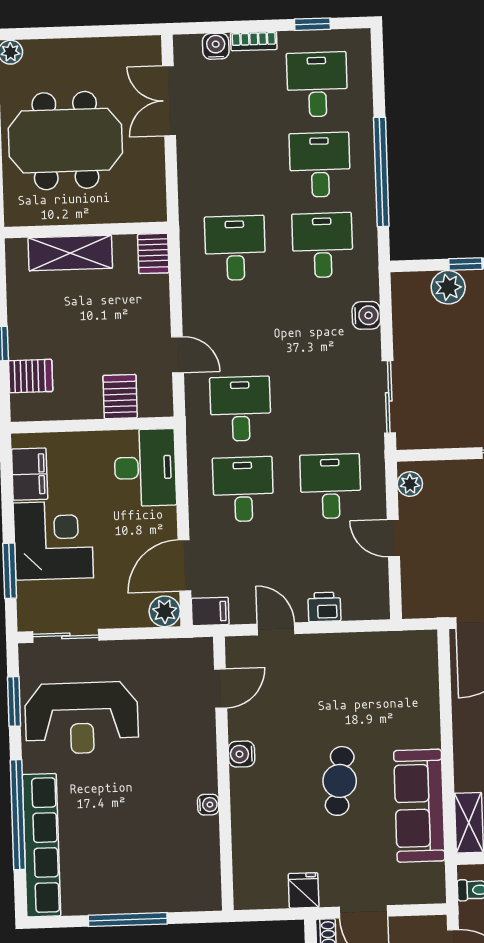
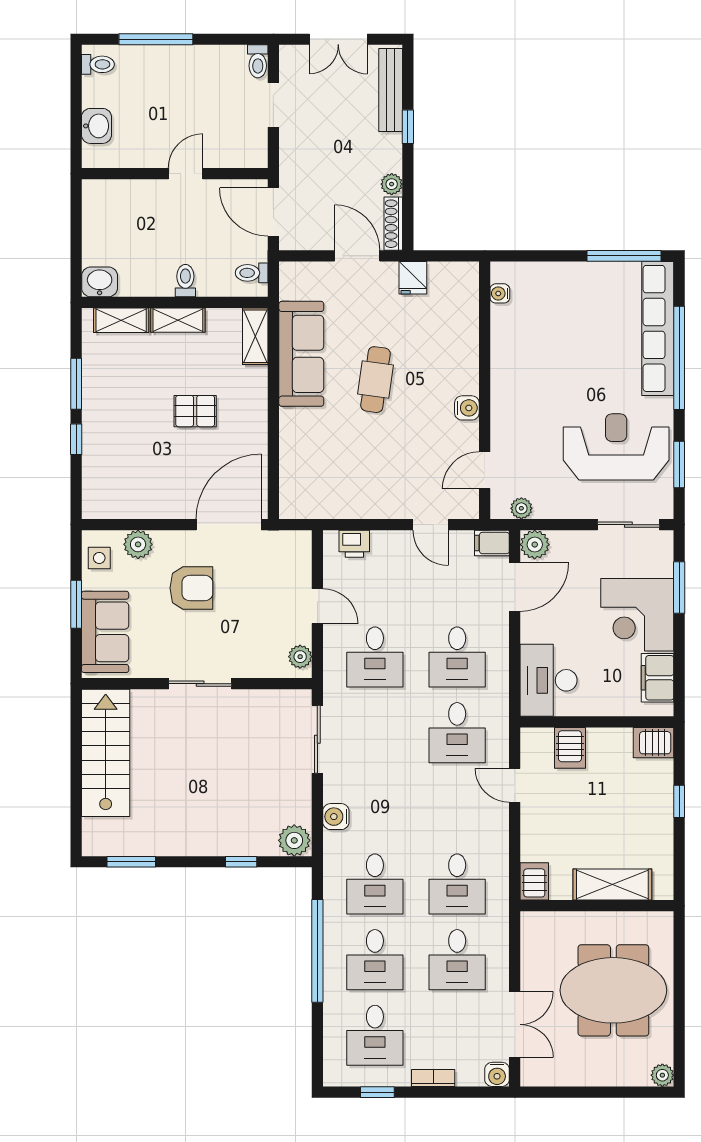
water cooler: (216, 46) -> (497, 1074), moved
desk: (232, 168) -> (457, 960), added
plant: (448, 287) -> (294, 840), moved
server rack: (31, 376) -> (654, 743), moved
printer: (324, 607) -> (354, 544), moved
plant: (180, 649) -> (521, 508), added
water cooler: (208, 805) -> (500, 293), moved
window: (128, 920) -> (624, 256), moved

